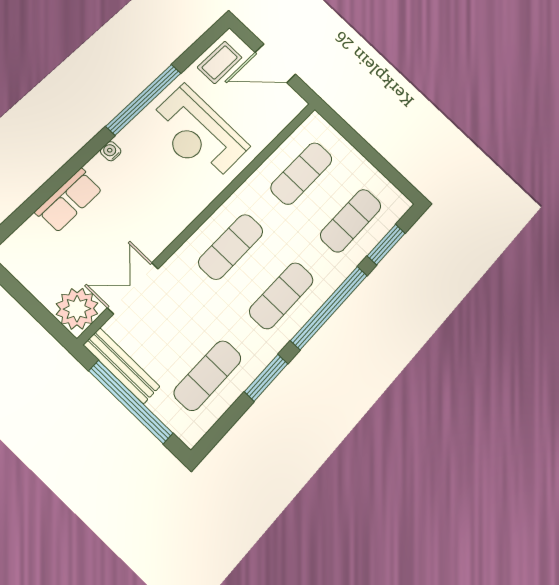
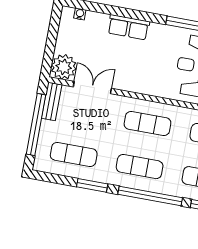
water cooler: (111, 151) -> (80, 14), moved
row of seats: (69, 200) -> (129, 27), moved
bench: (122, 366) -> (52, 101), width x0.73

